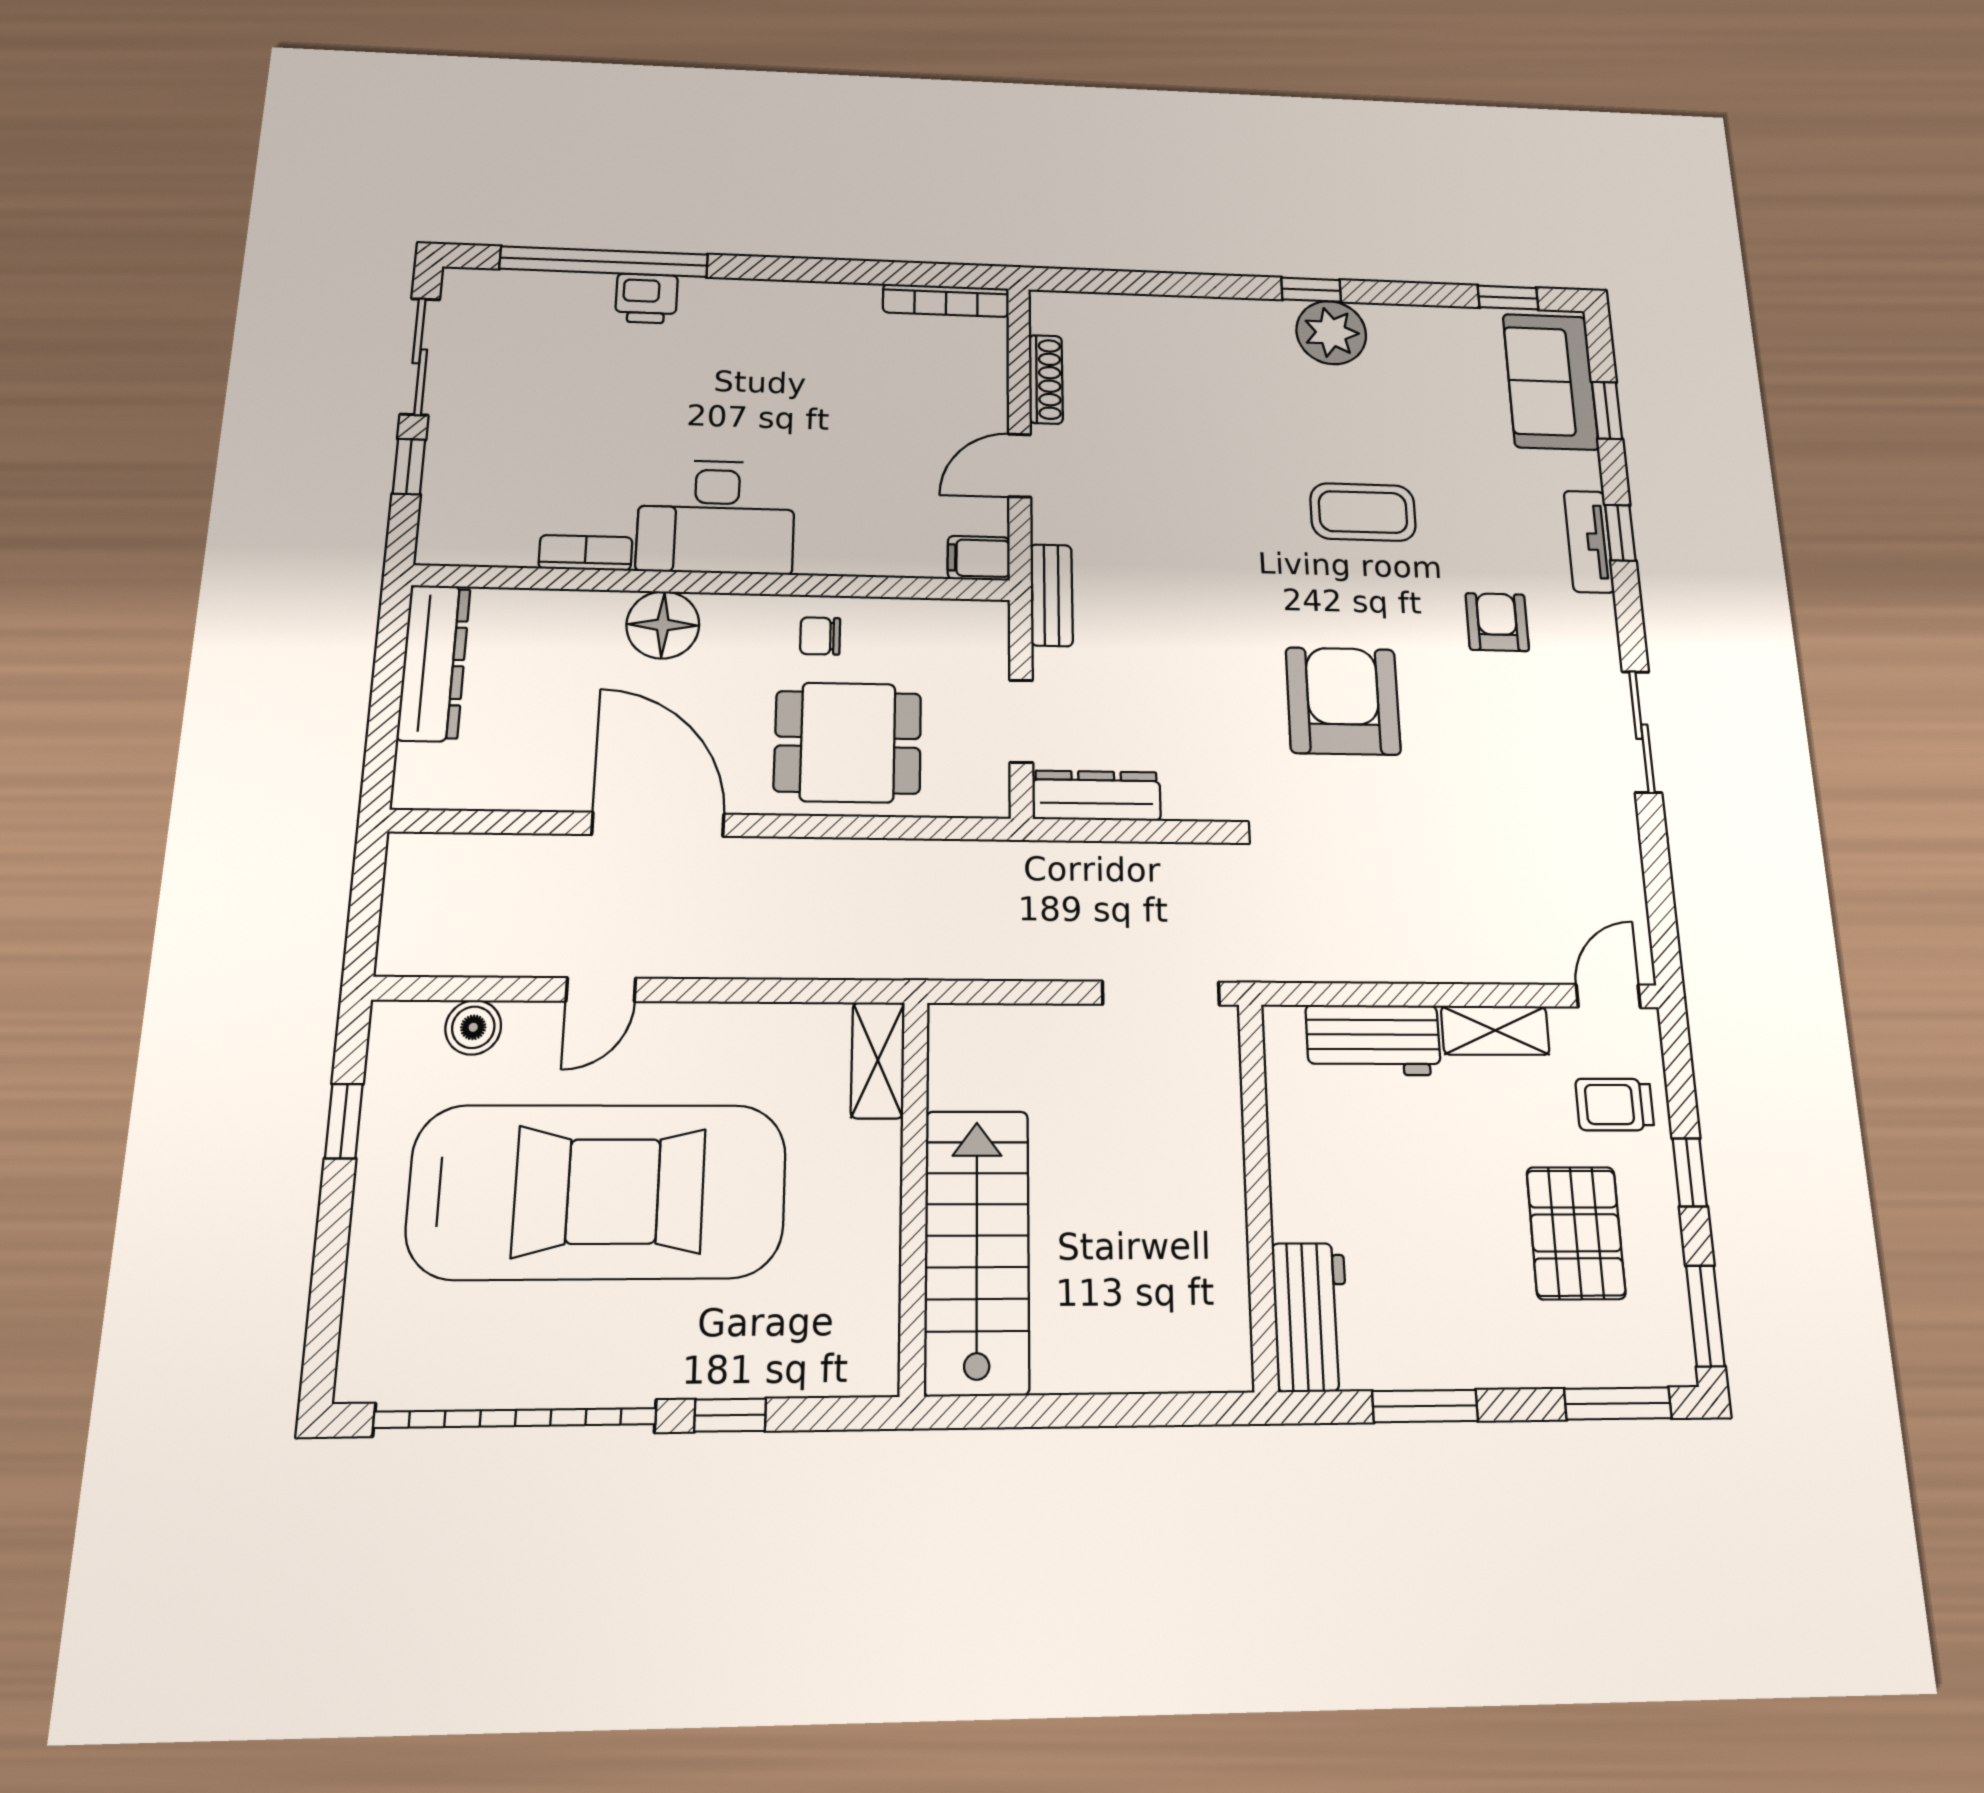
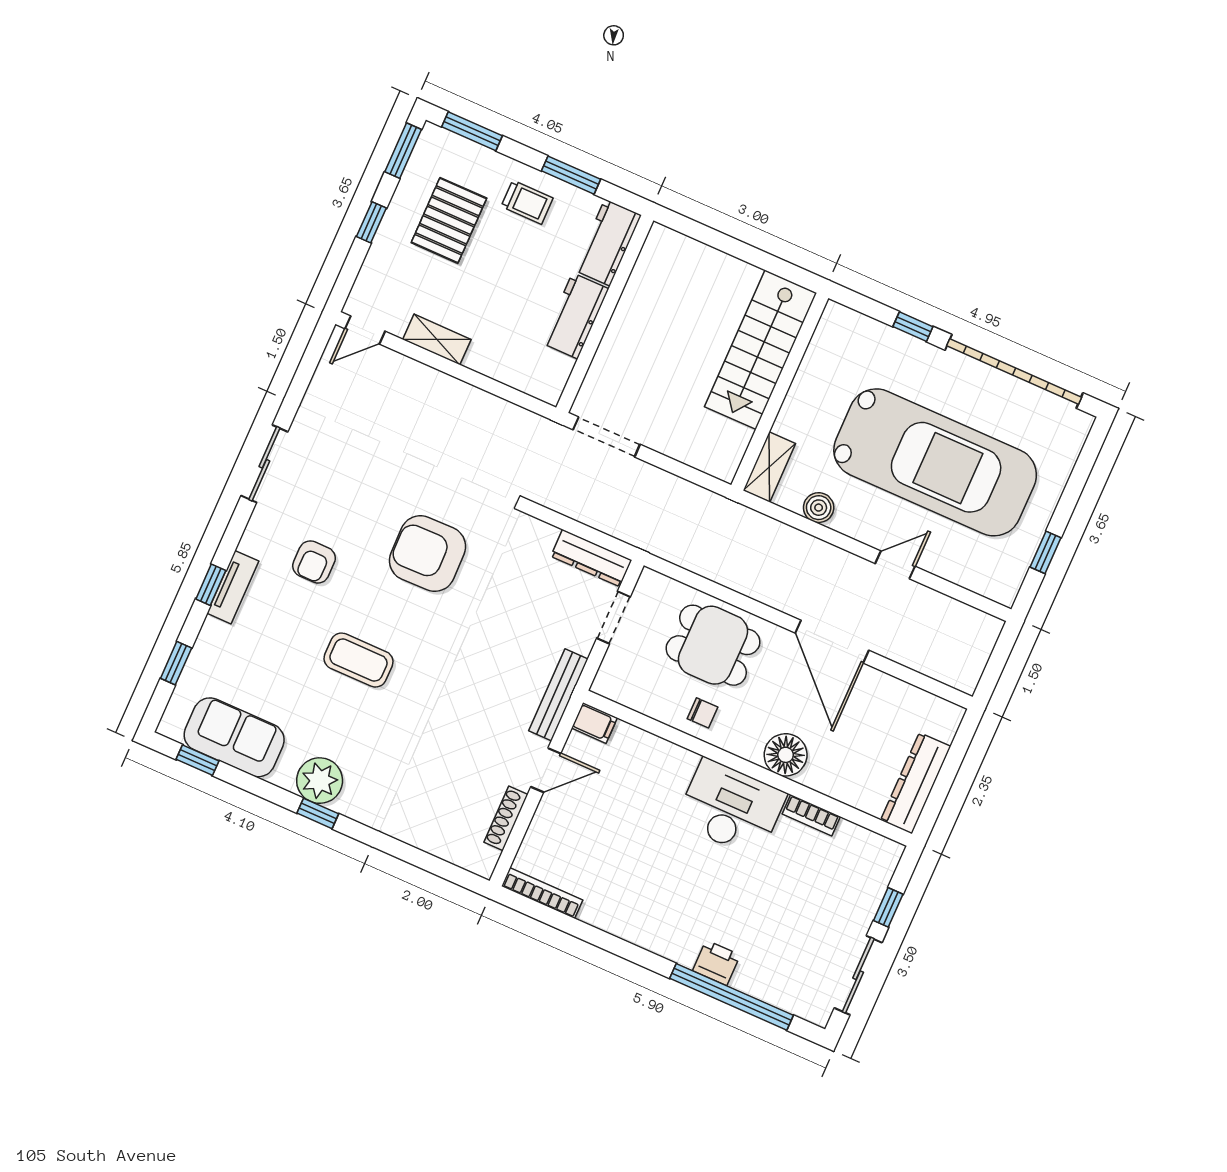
sofa: (1551, 381) -> (234, 737), moved, turned -90
bench: (1051, 595) -> (558, 695), width x1.36
armchair: (1343, 701) -> (428, 554), turned 89
boiler: (473, 1027) -> (819, 508), moved
workbench: (1373, 1040) -> (575, 316), moved, turned -90
trolley: (1615, 1104) -> (527, 202), moved
car: (598, 1191) -> (935, 462), turned 180

